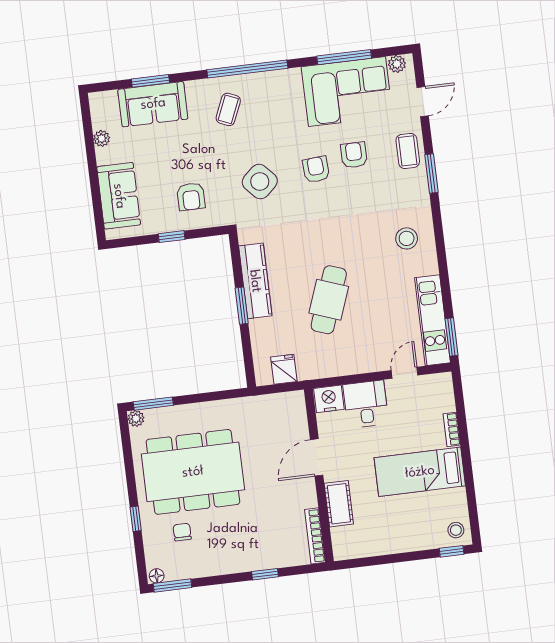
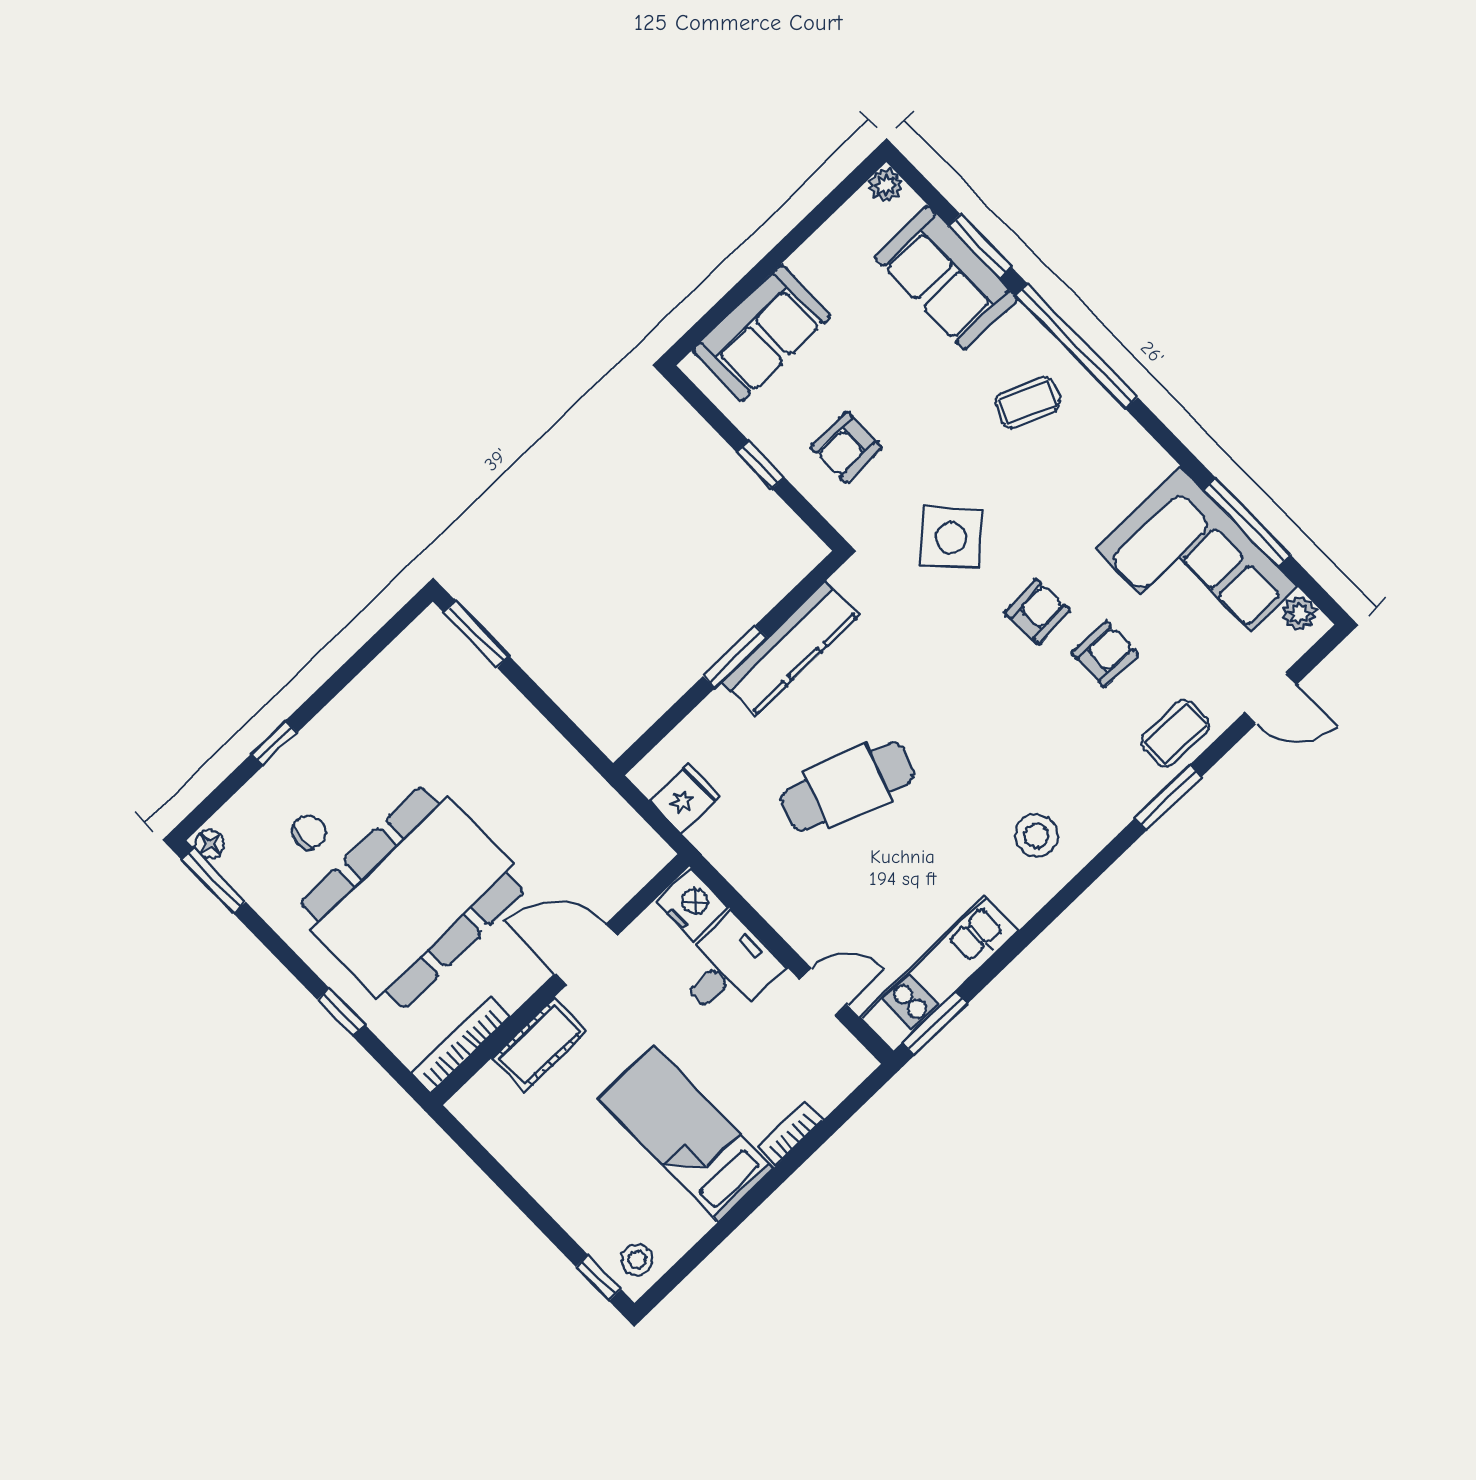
window: (247, 69) -> (1076, 346), moved
plant: (102, 138) -> (886, 185), moved
plant: (136, 418) -> (432, 625), removed
dining table: (193, 472) -> (412, 897), moved, turned 90

